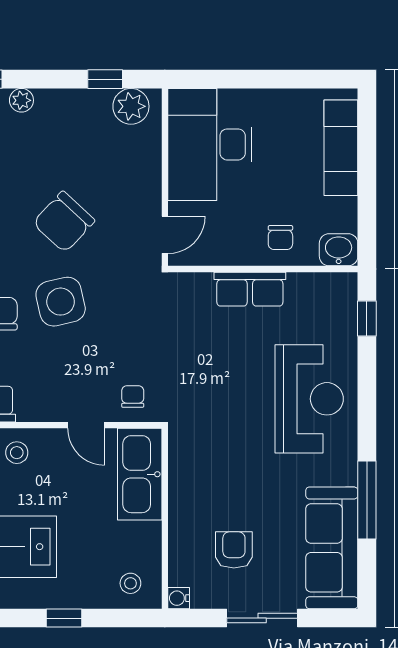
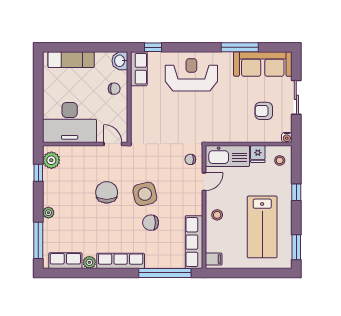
chair: (64, 222) -> (107, 192), turned -133
row of seats: (250, 289) -> (139, 69), moved
fridge: (144, 538) -> (258, 154), added

